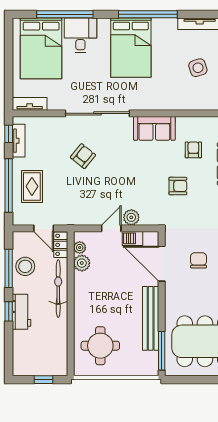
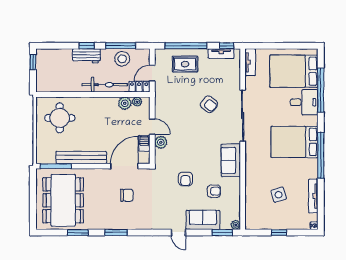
window: (44, 380) -> (33, 62), moved

